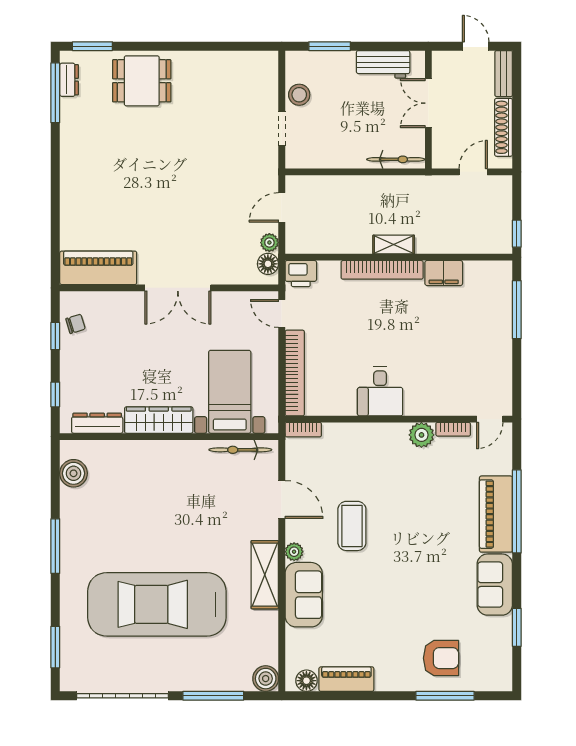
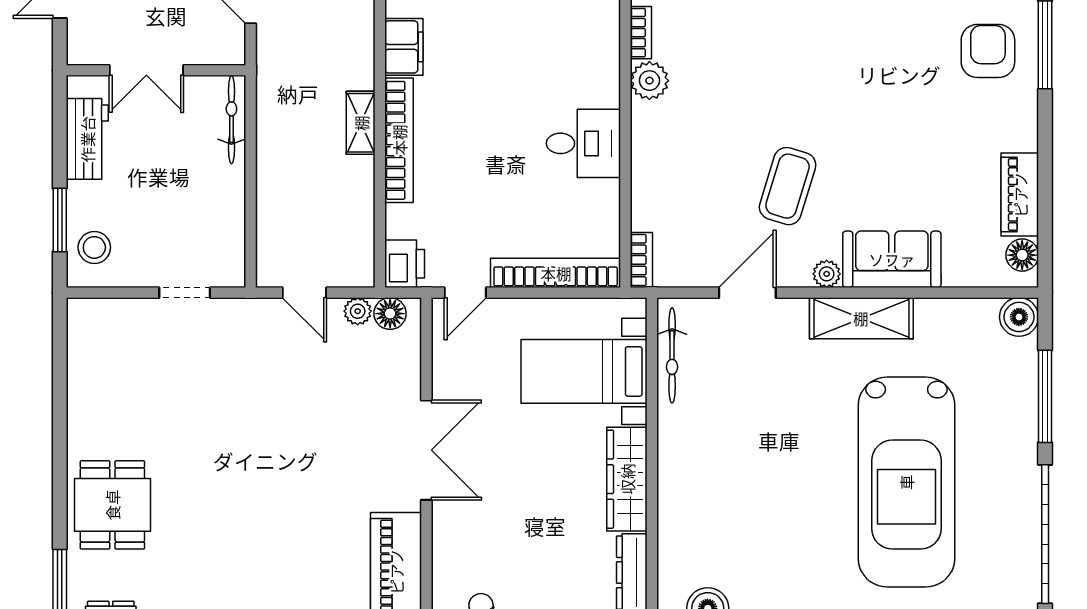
stool: (299, 95) -> (94, 247), moved
coffee table: (352, 526) -> (788, 186), turned -73

